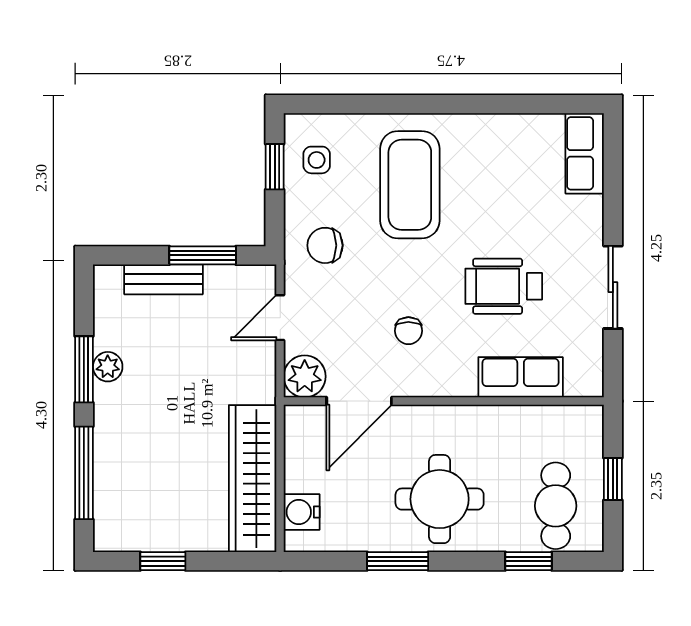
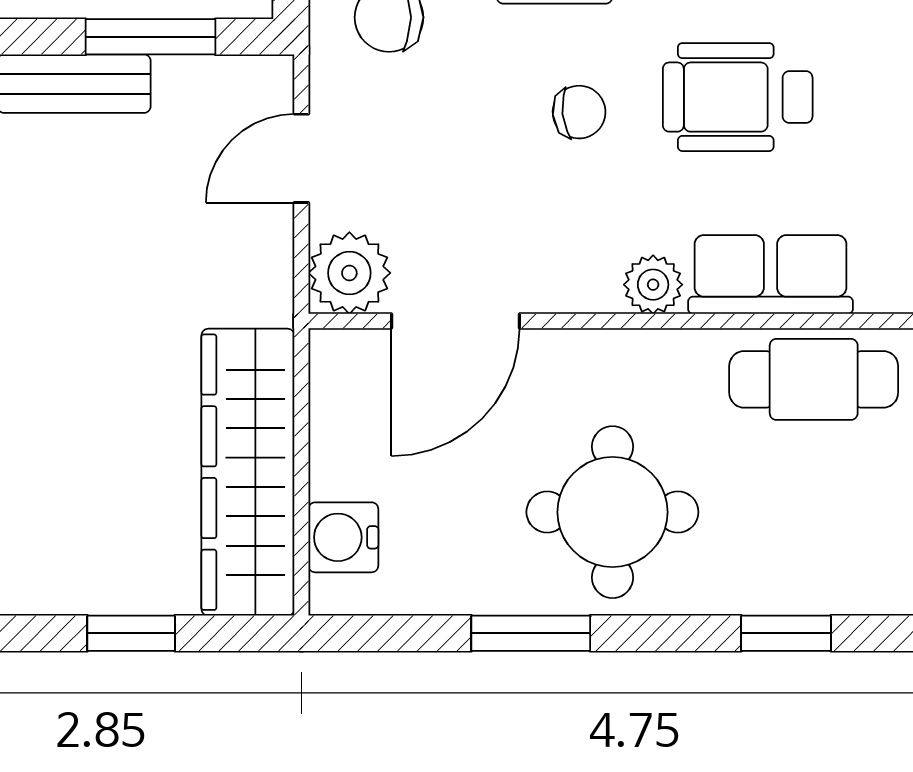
chair: (408, 331) -> (579, 112), moved, turned -96
plant: (460, 382) -> (653, 285), added
cafe table: (556, 506) -> (814, 379), moved, turned 90
window: (163, 561) -> (131, 633), moved

